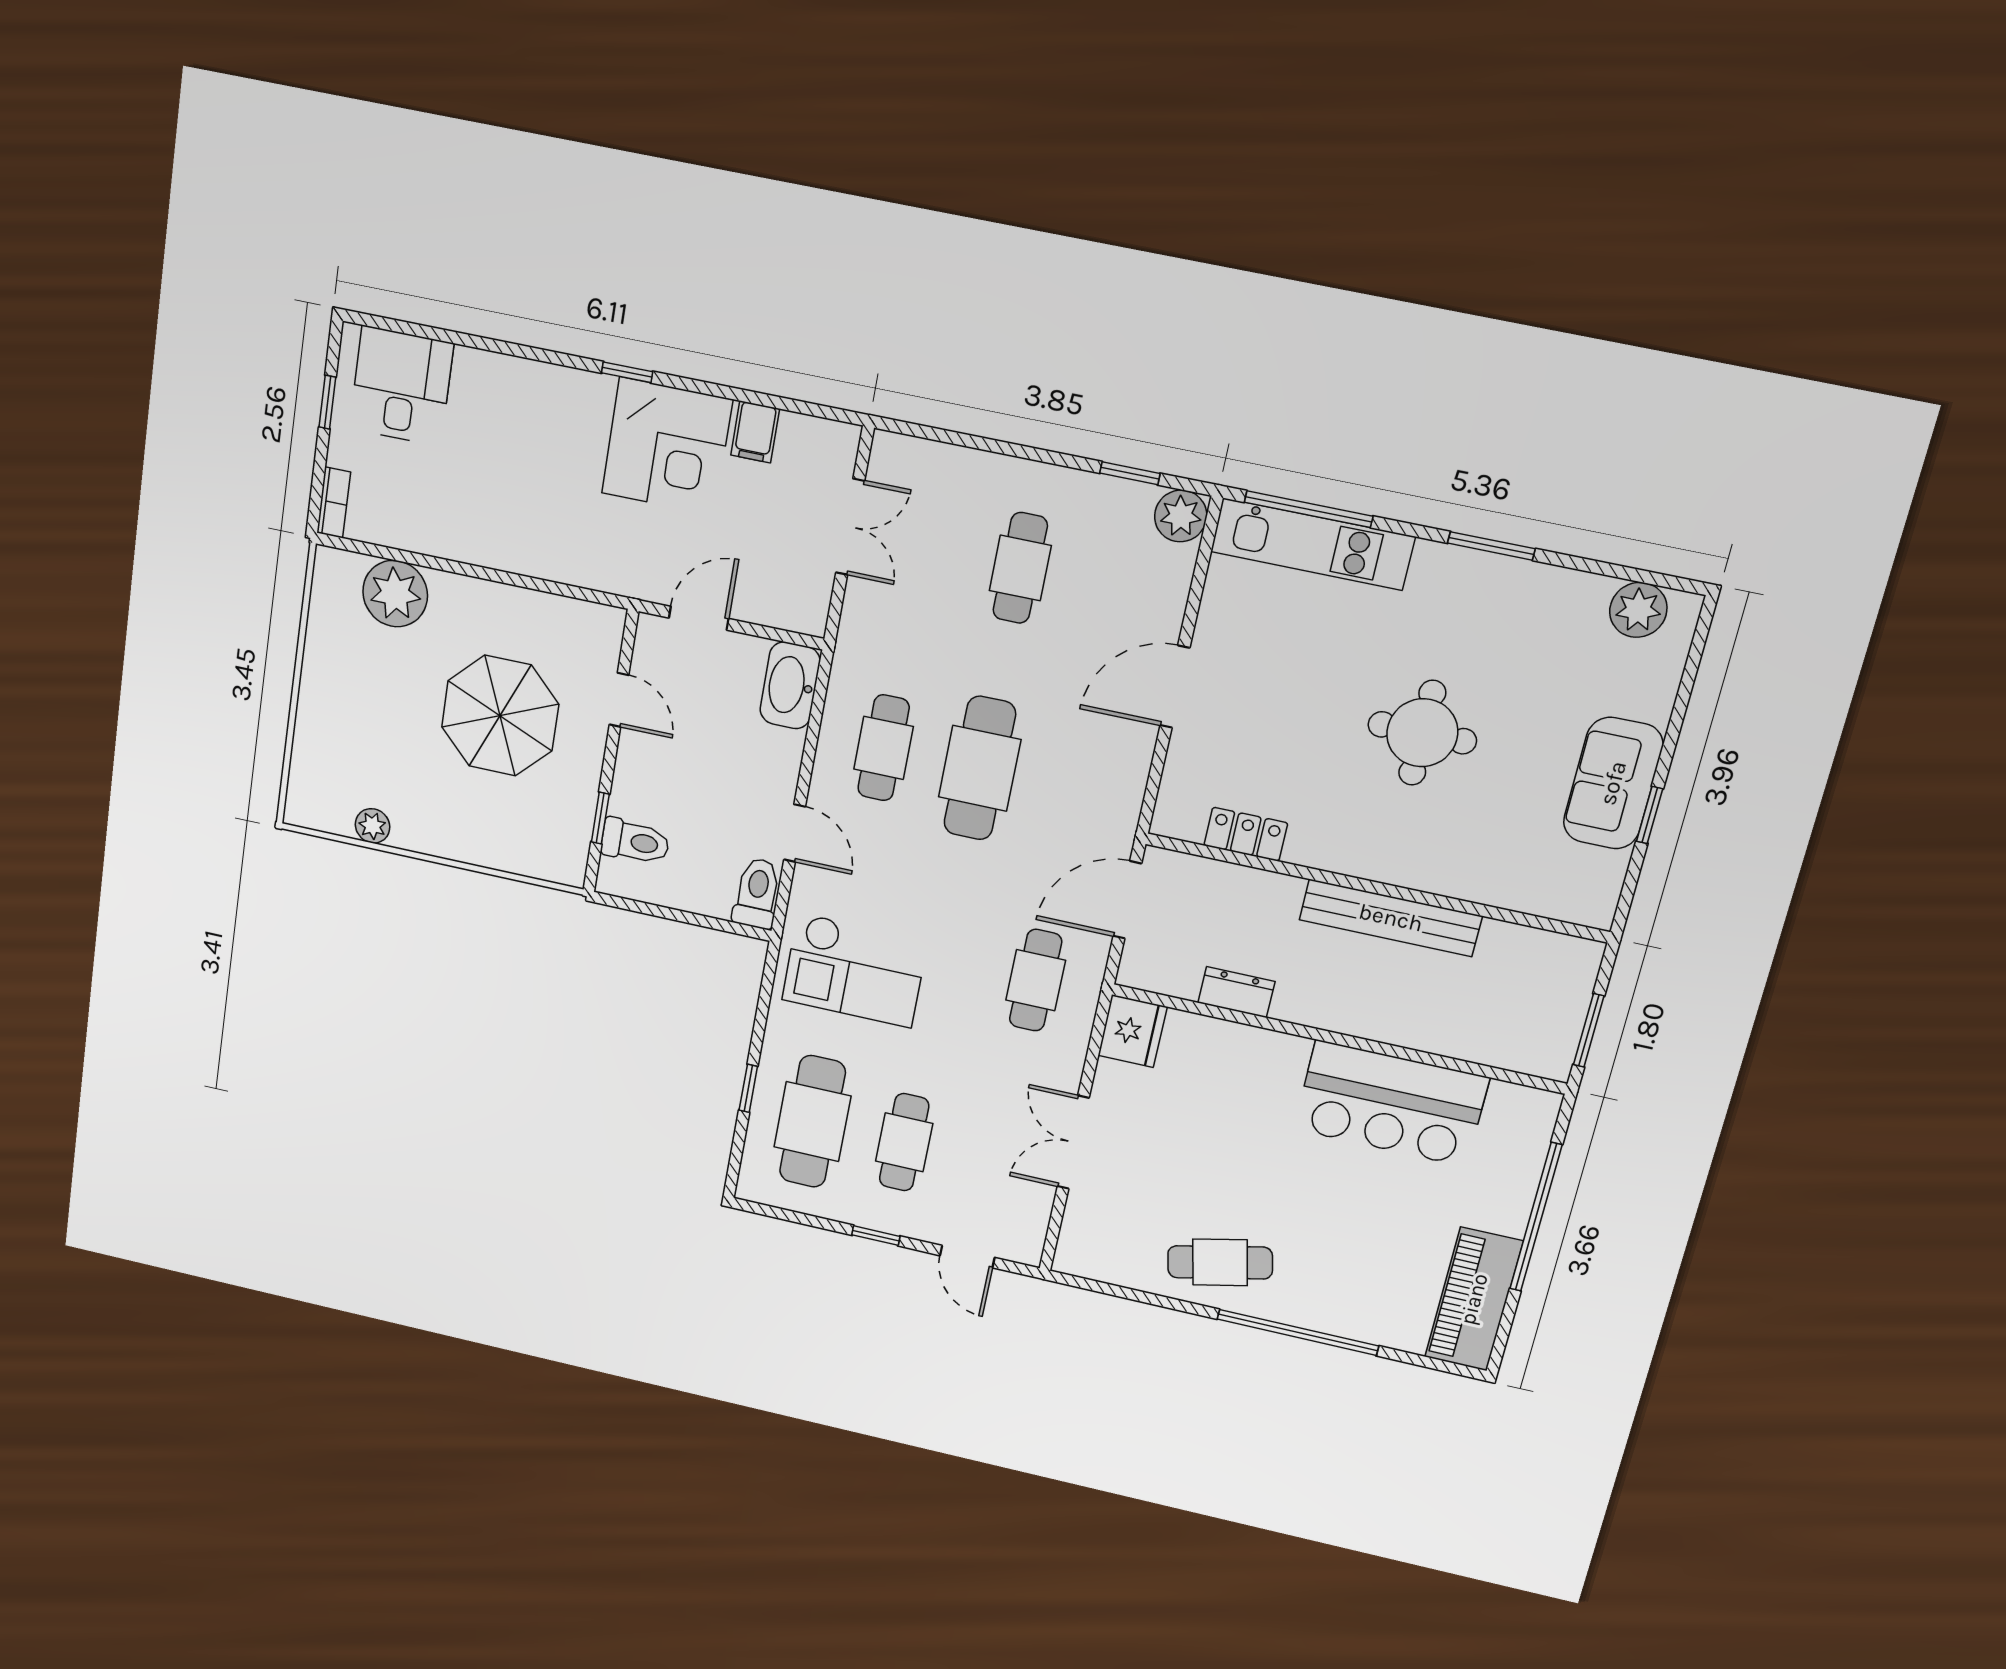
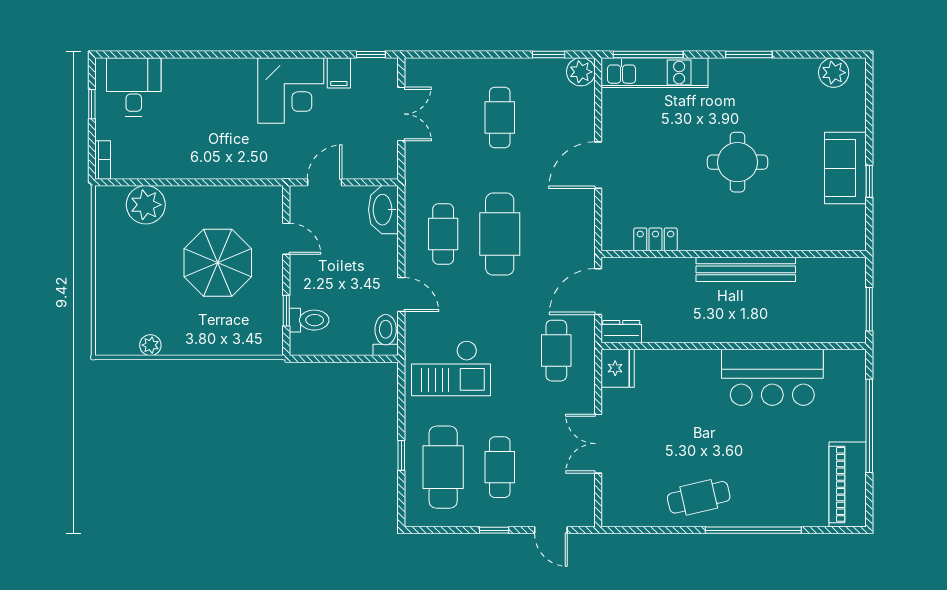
window: (627, 372) -> (371, 54), moved
dresser: (1236, 992) -> (621, 332), moved

